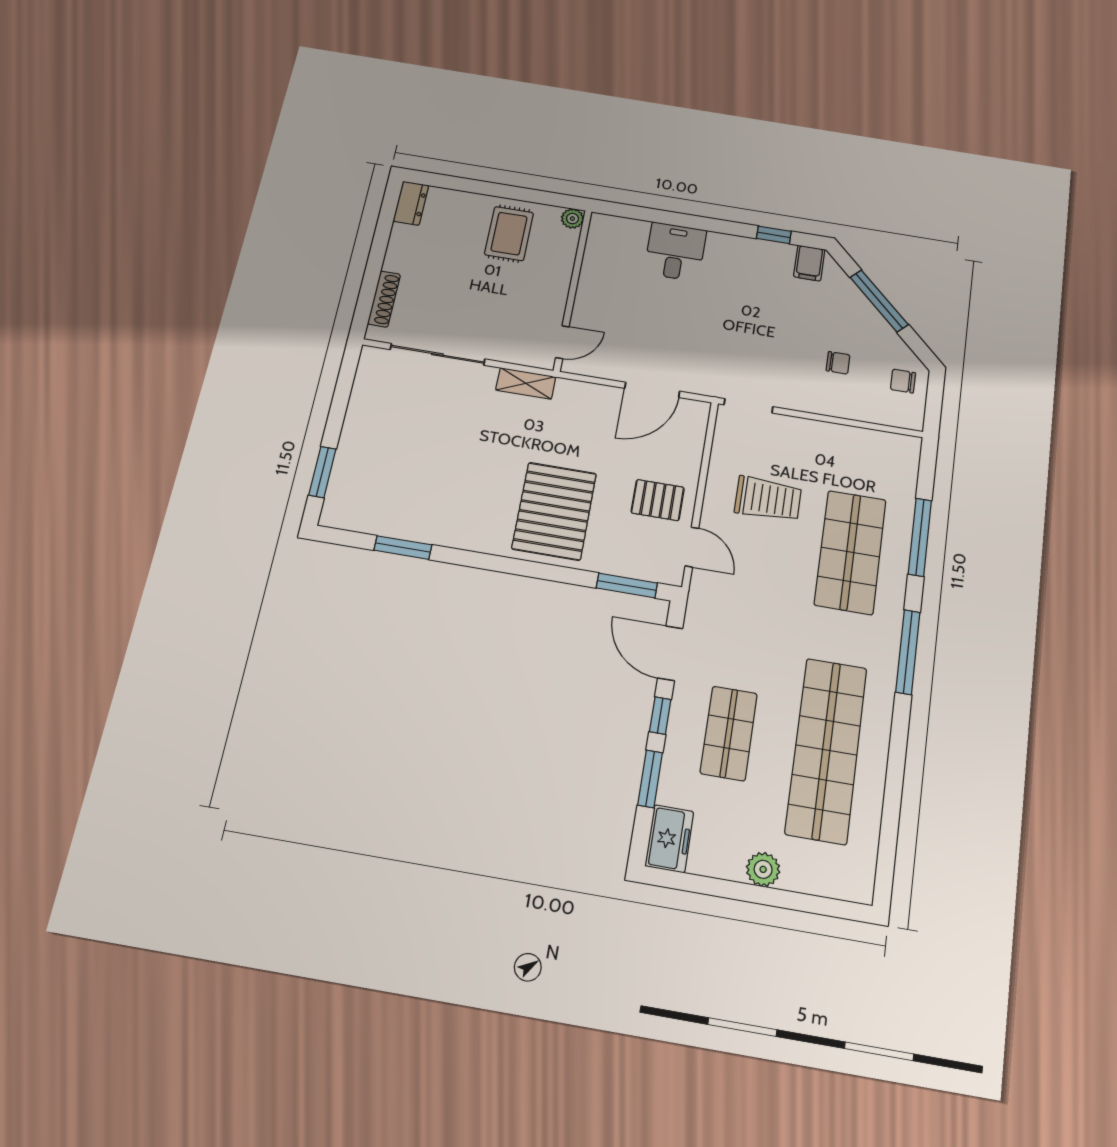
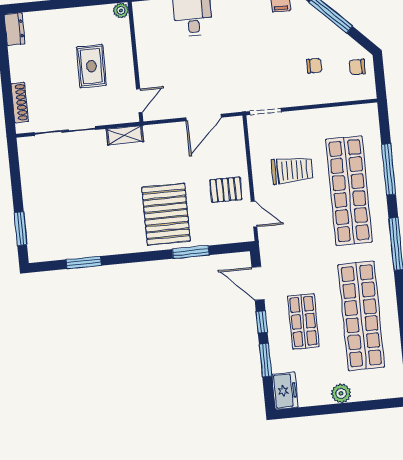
rug: (509, 234) -> (91, 66), moved
shop shelf: (850, 552) -> (349, 191), width x1.40
window: (627, 585) -> (191, 252), moved

